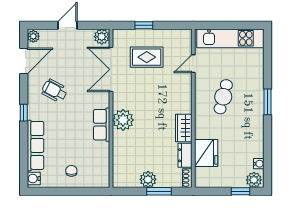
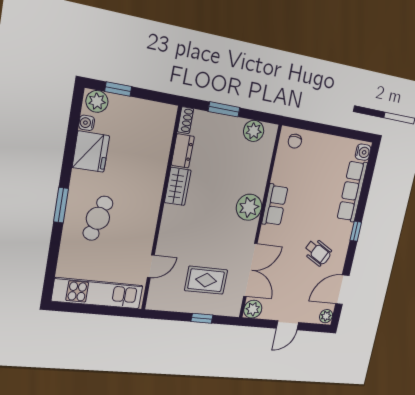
cafe table: (223, 97) -> (98, 218), moved
fridge: (206, 153) -> (91, 152), moved, turned 180
chair: (71, 171) -> (295, 141), moved
plant: (148, 179) -> (254, 131), moved

